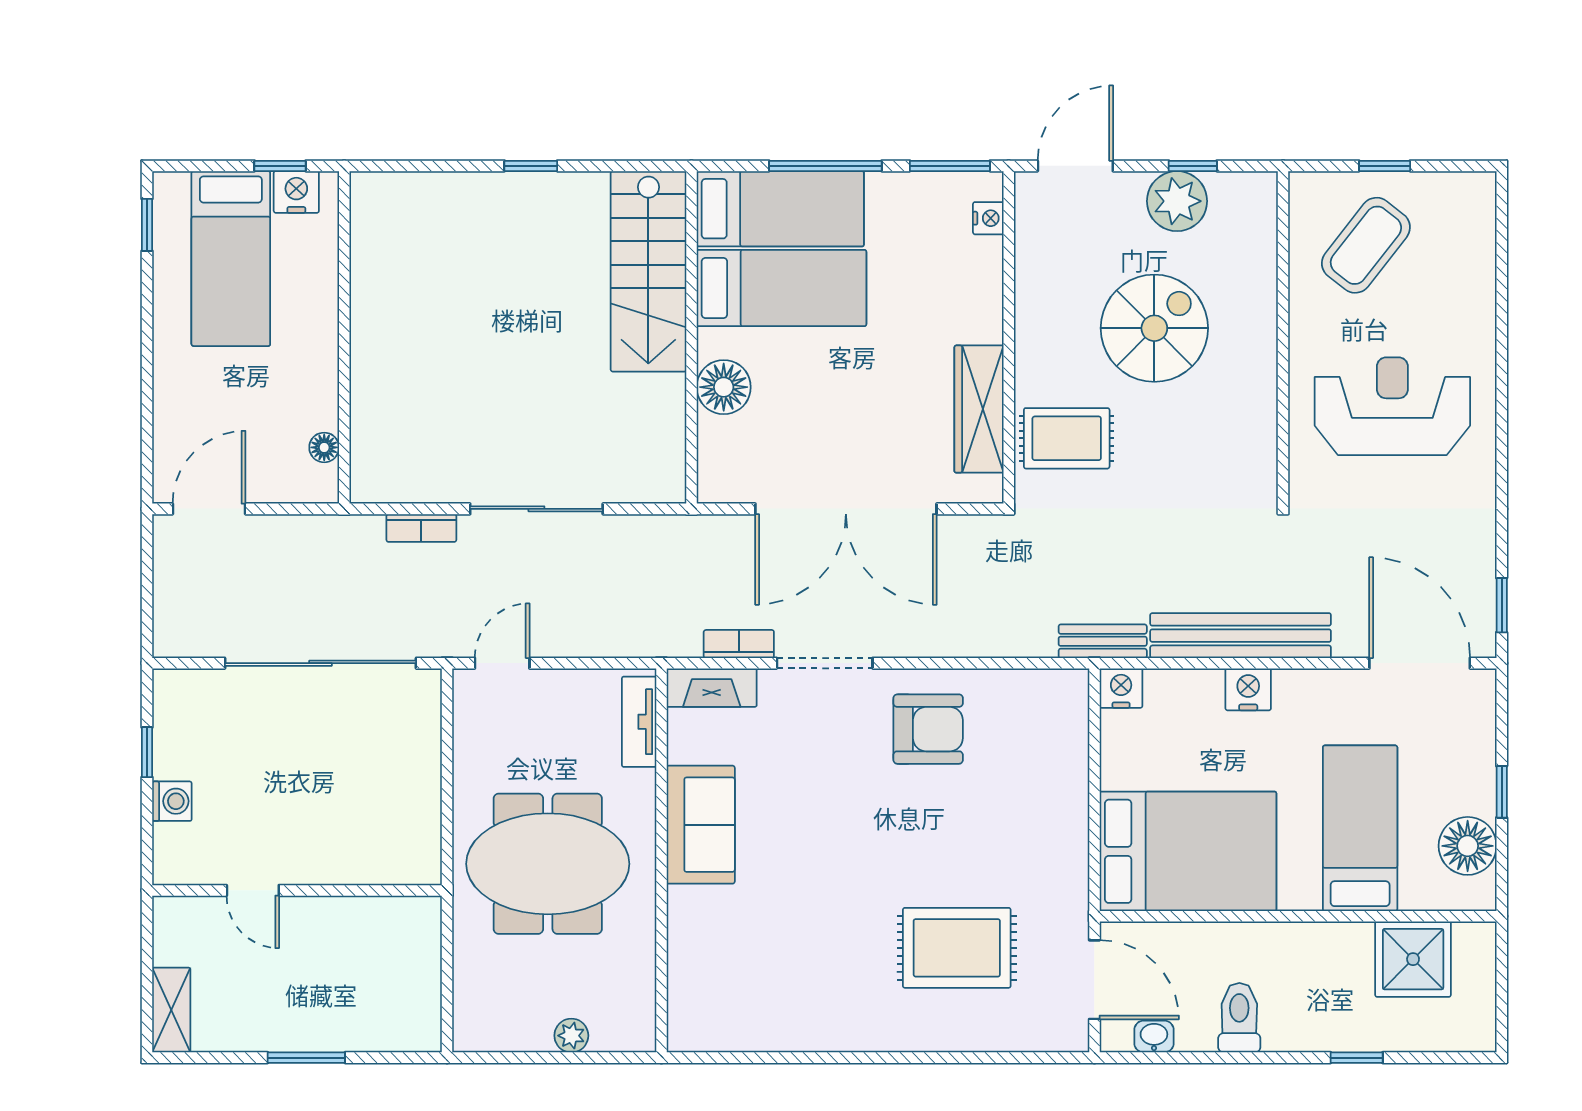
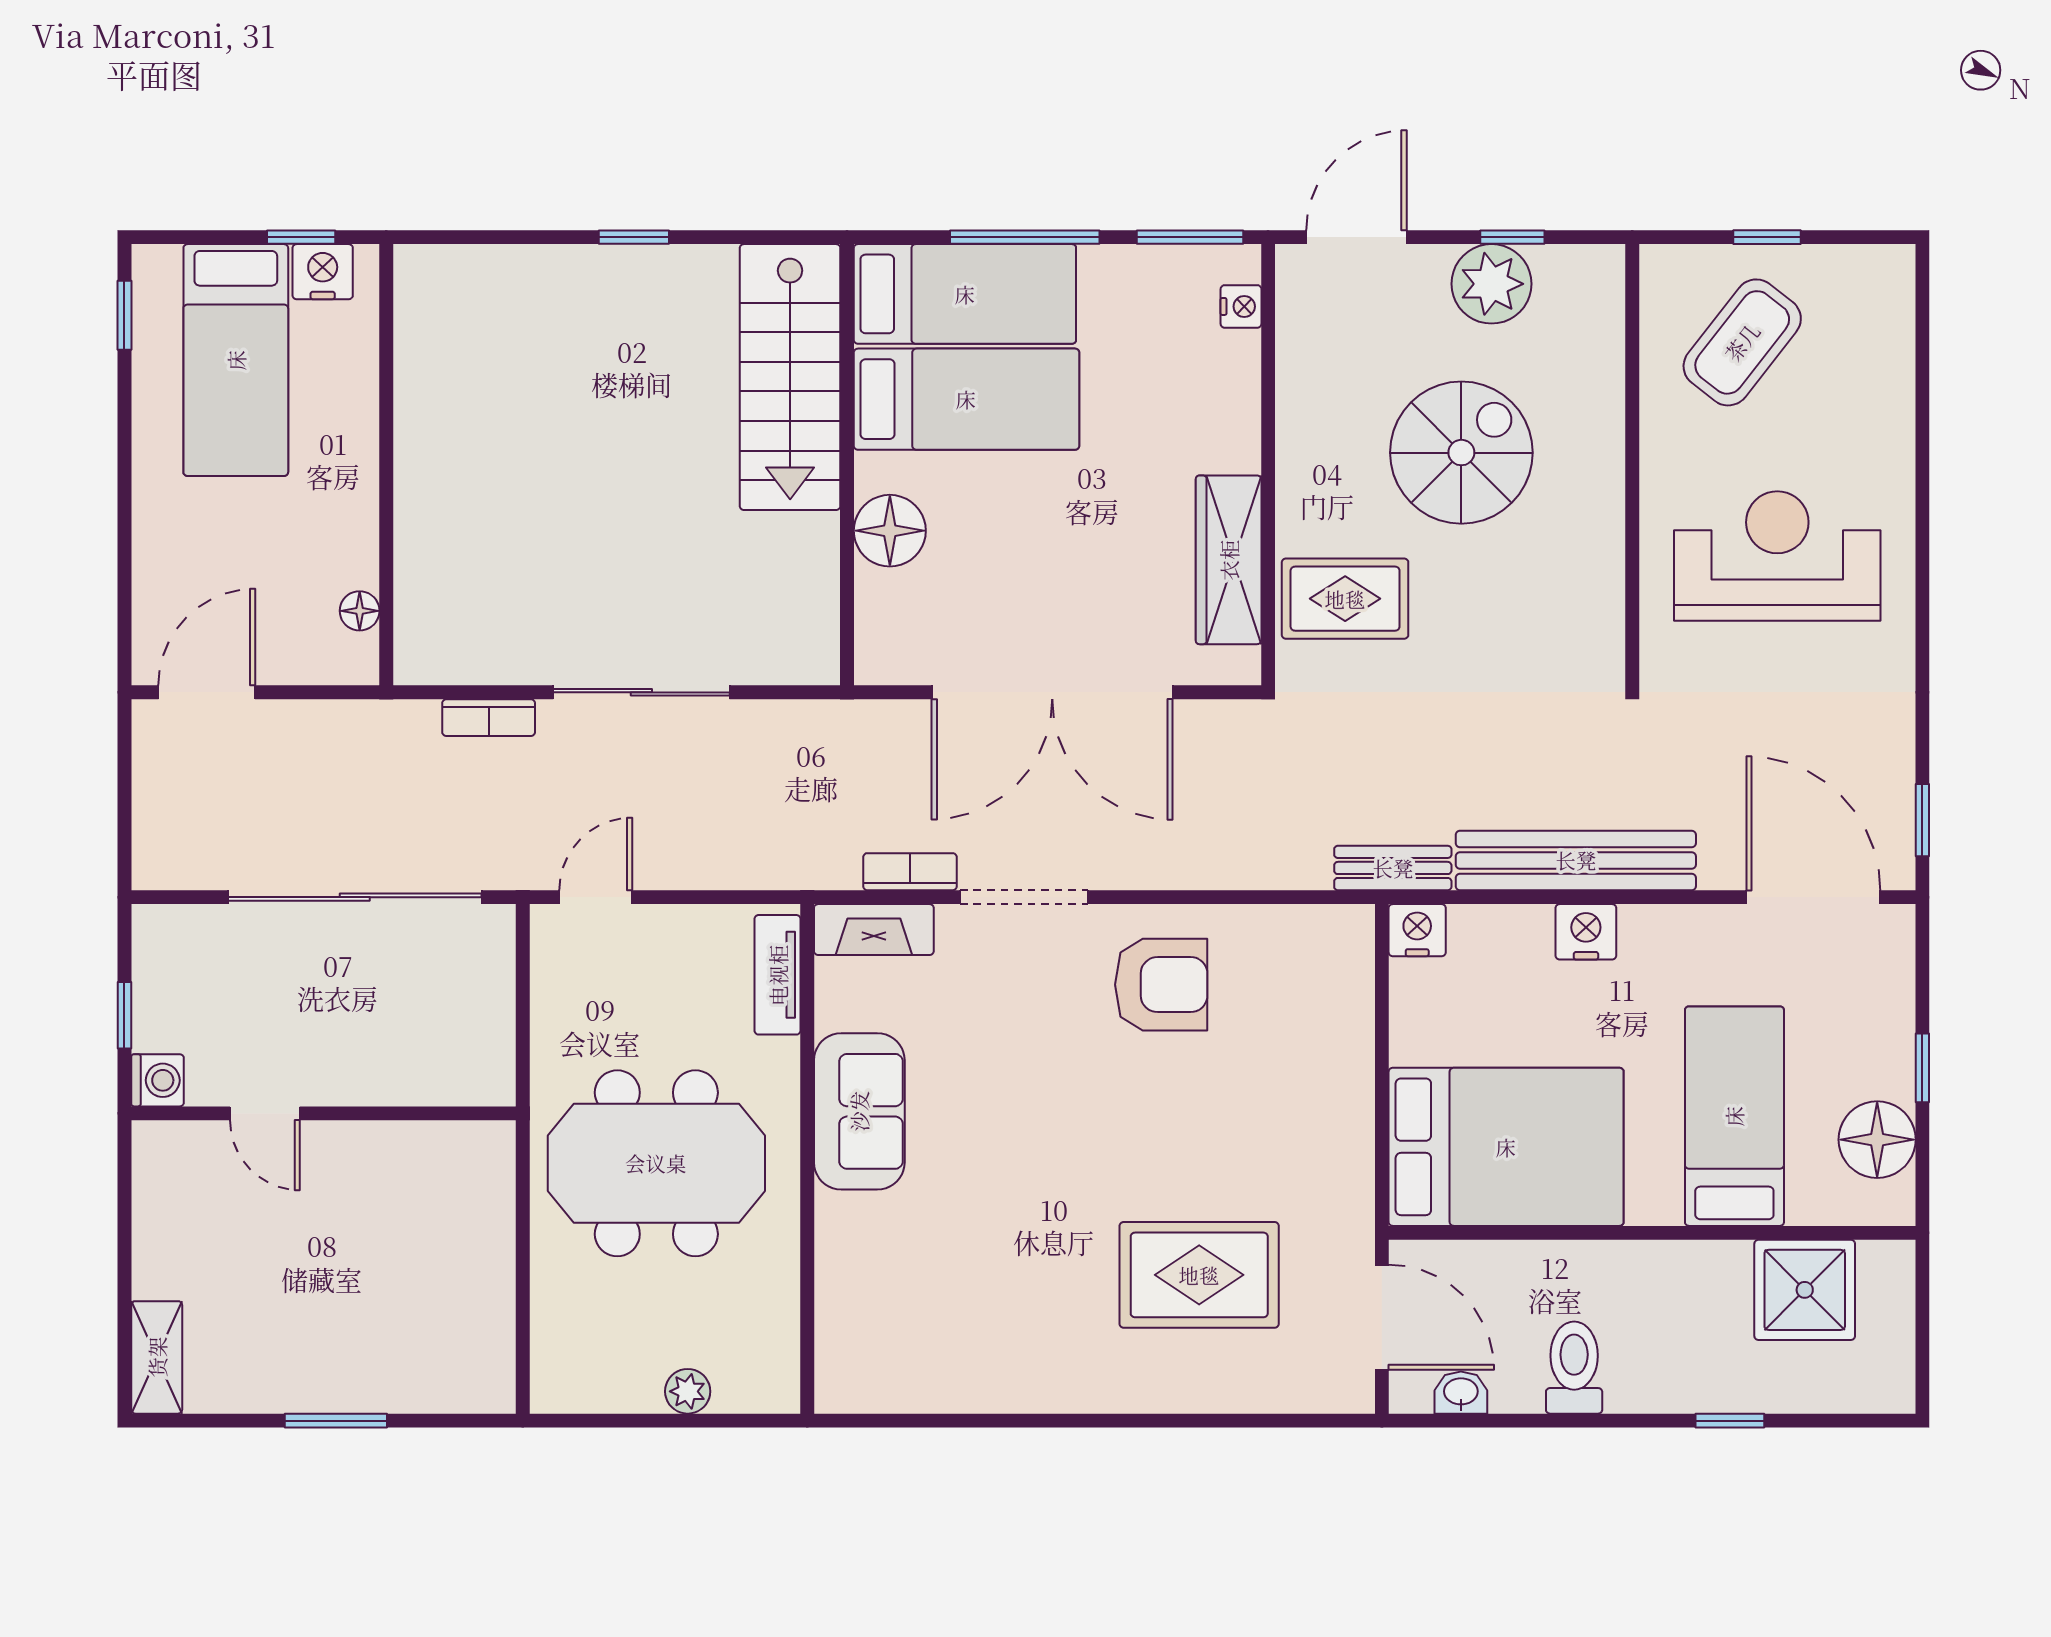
door: (253, 890) -> (265, 1113), moved
wall: (297, 890) -> (324, 1113), moved

